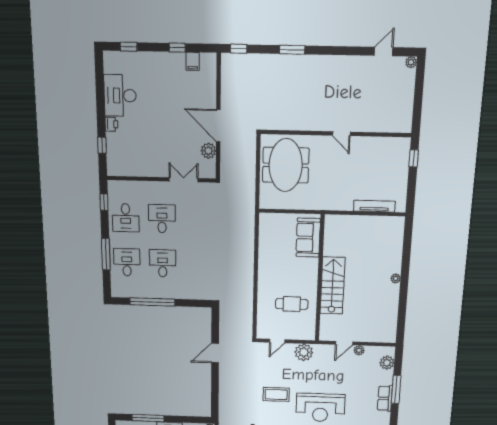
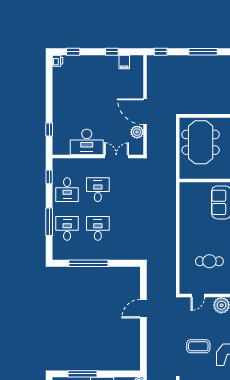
window: (292, 50) -> (203, 52), width x1.44
desk: (120, 96) -> (87, 142), moved, turned -90
printer: (111, 124) -> (57, 61), moved

